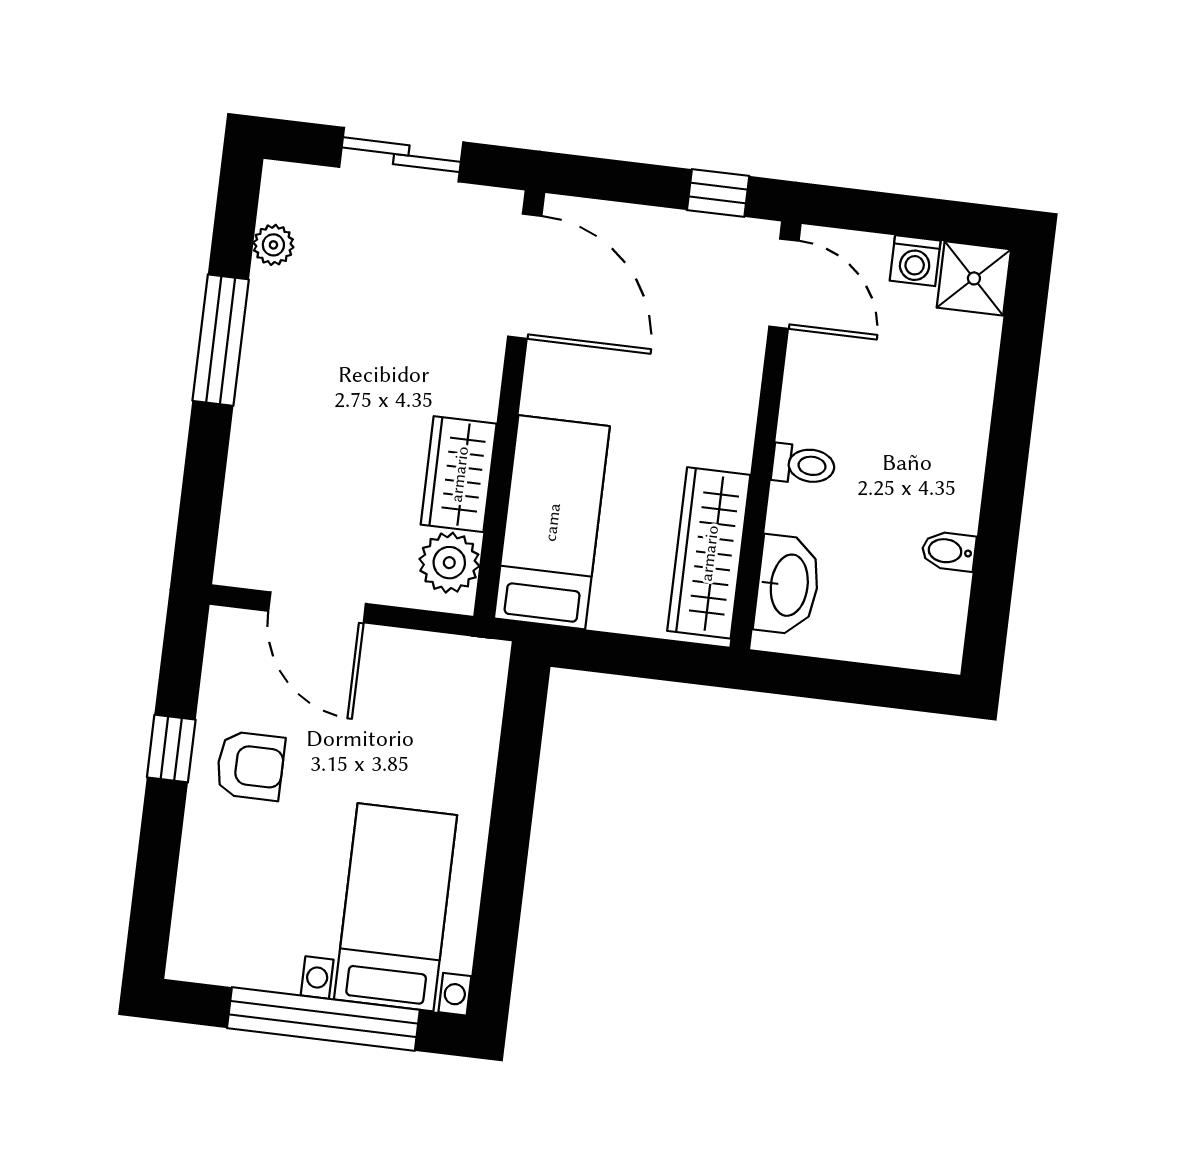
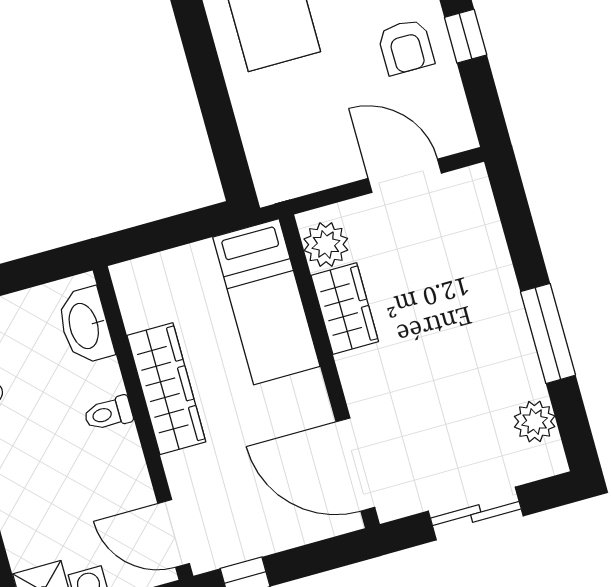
plant: (273, 245) -> (535, 422), width x1.38, depth x1.38
wardrobe: (709, 553) -> (166, 389), moved
armchair: (250, 766) -> (406, 47), turned -90

